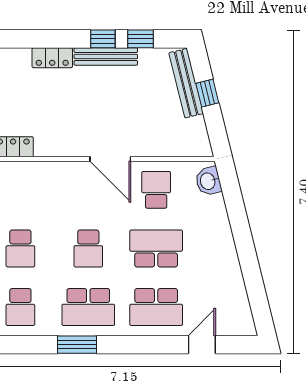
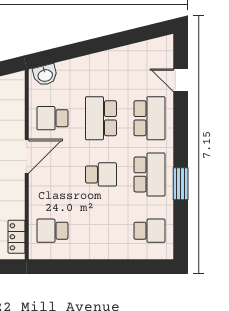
school desk: (20, 248) -> (52, 231), moved, turned 180

